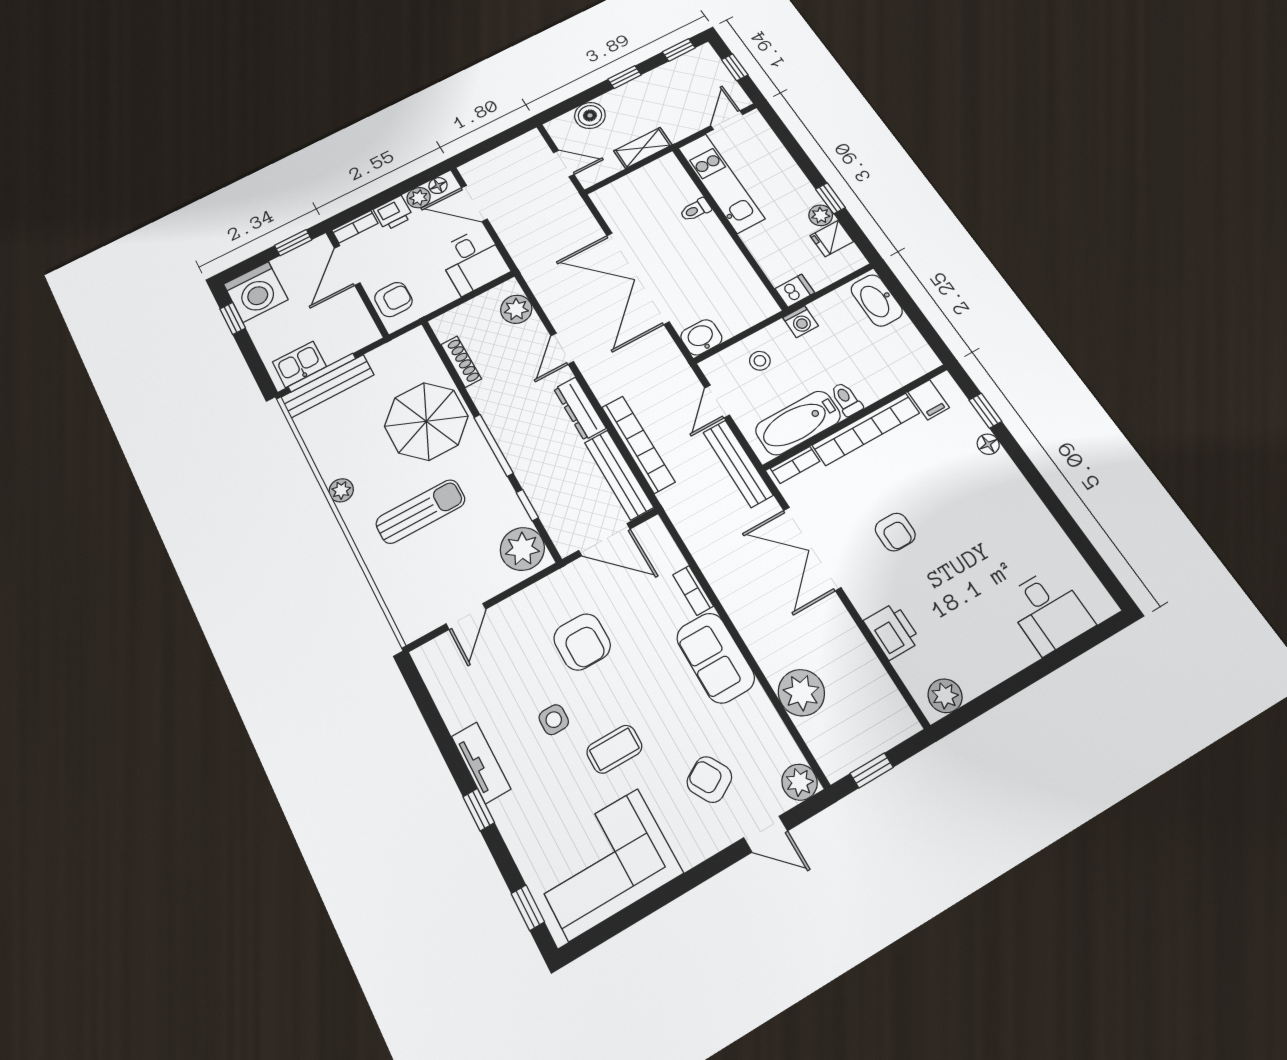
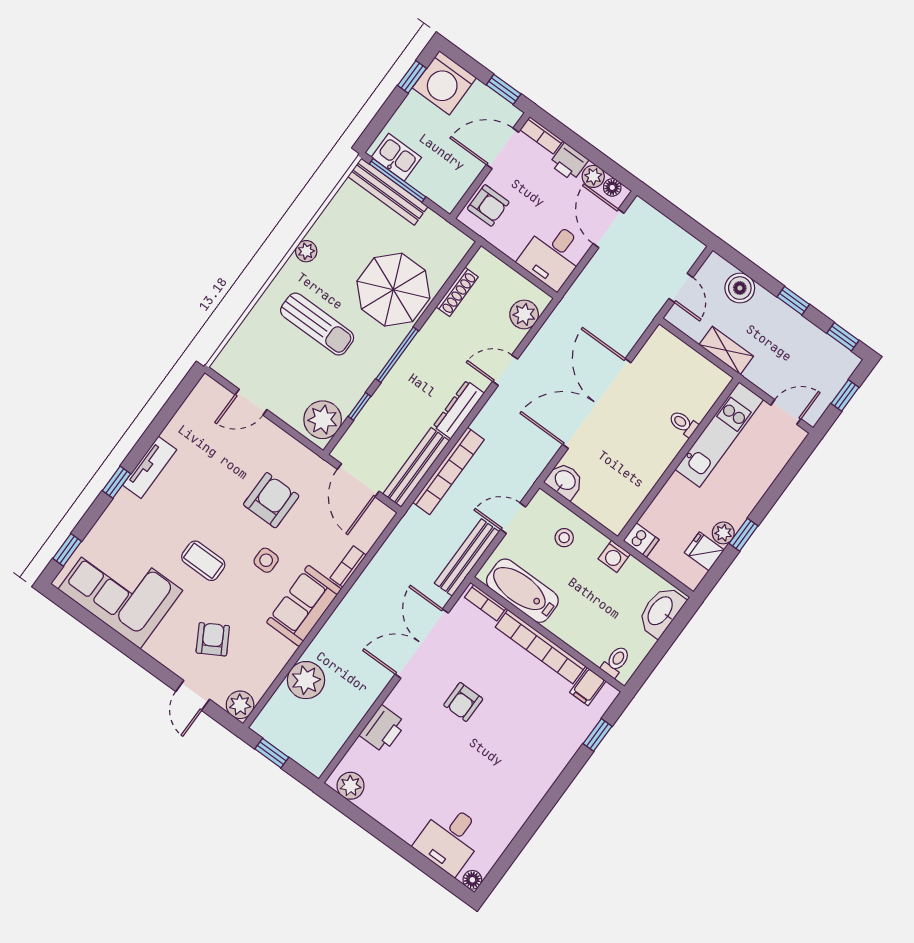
toilet: (846, 399) -> (616, 662), moved
floor lamp: (988, 444) -> (472, 880), moved
armchair: (582, 642) -> (271, 500), turned 180
side table: (554, 720) -> (266, 560), moved

